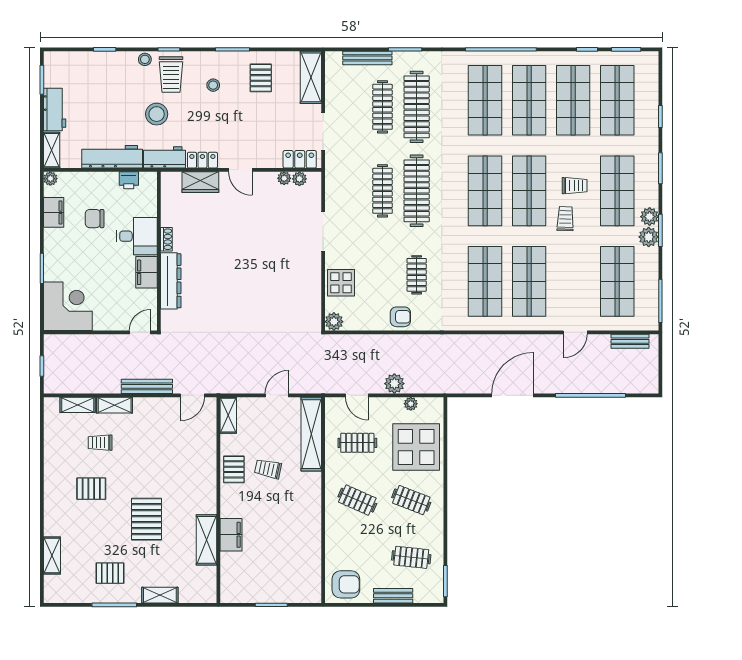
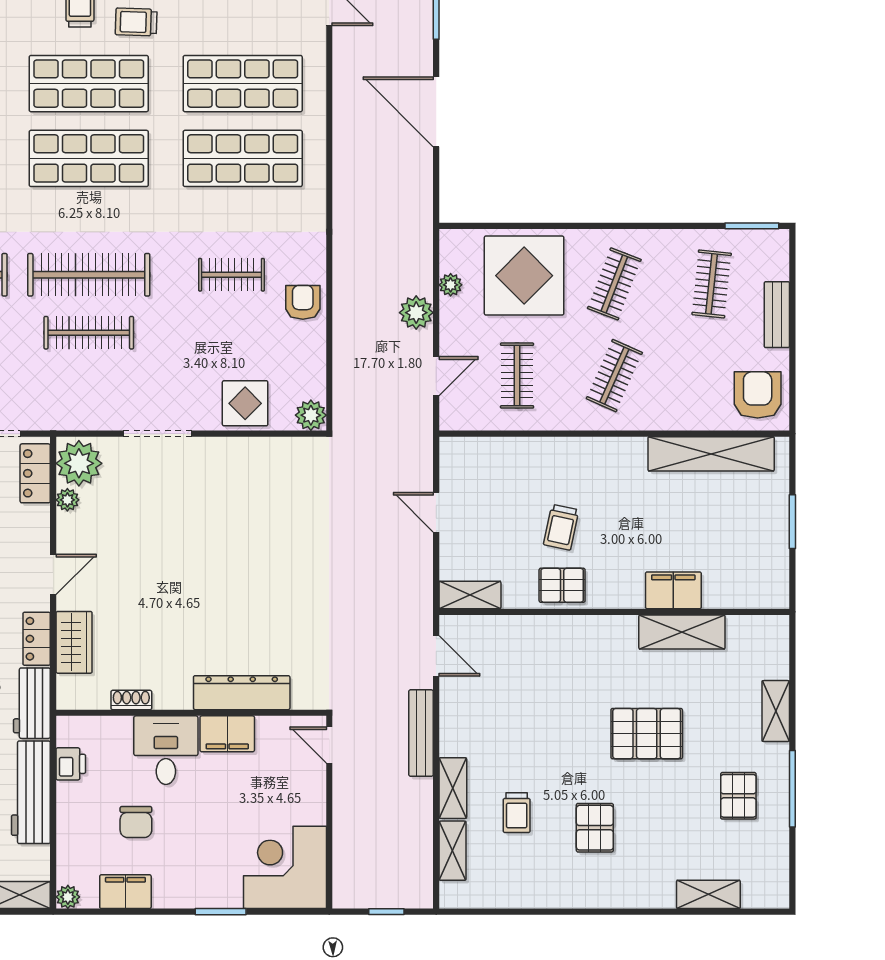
plant: (299, 179) -> (79, 463), width x1.88, depth x1.88
shoe rack: (166, 239) -> (131, 700), moved
shelving: (311, 434) -> (711, 454), moved

